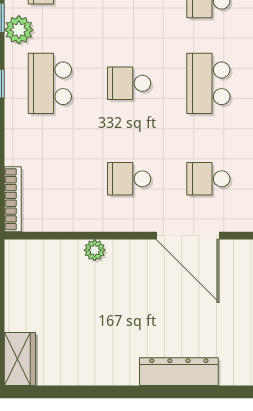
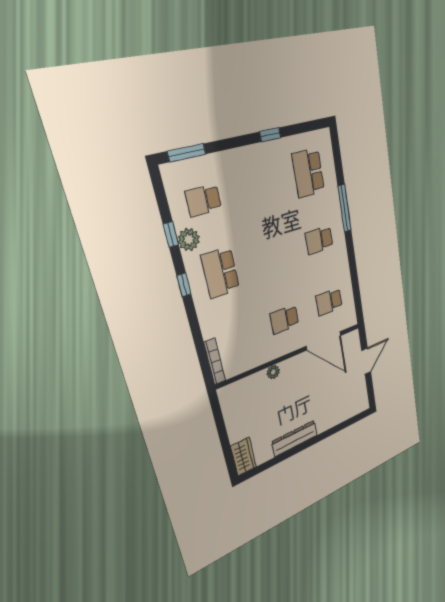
school desk: (129, 83) -> (272, 256), removed
school desk: (208, 83) -> (319, 240), width x0.54
dresser: (179, 372) -> (295, 438), moved

